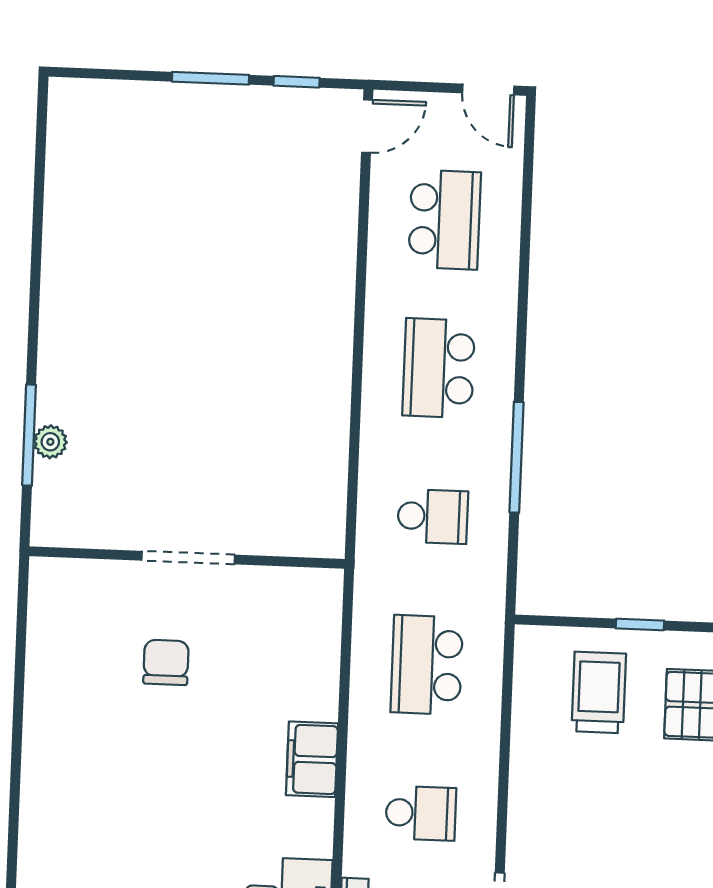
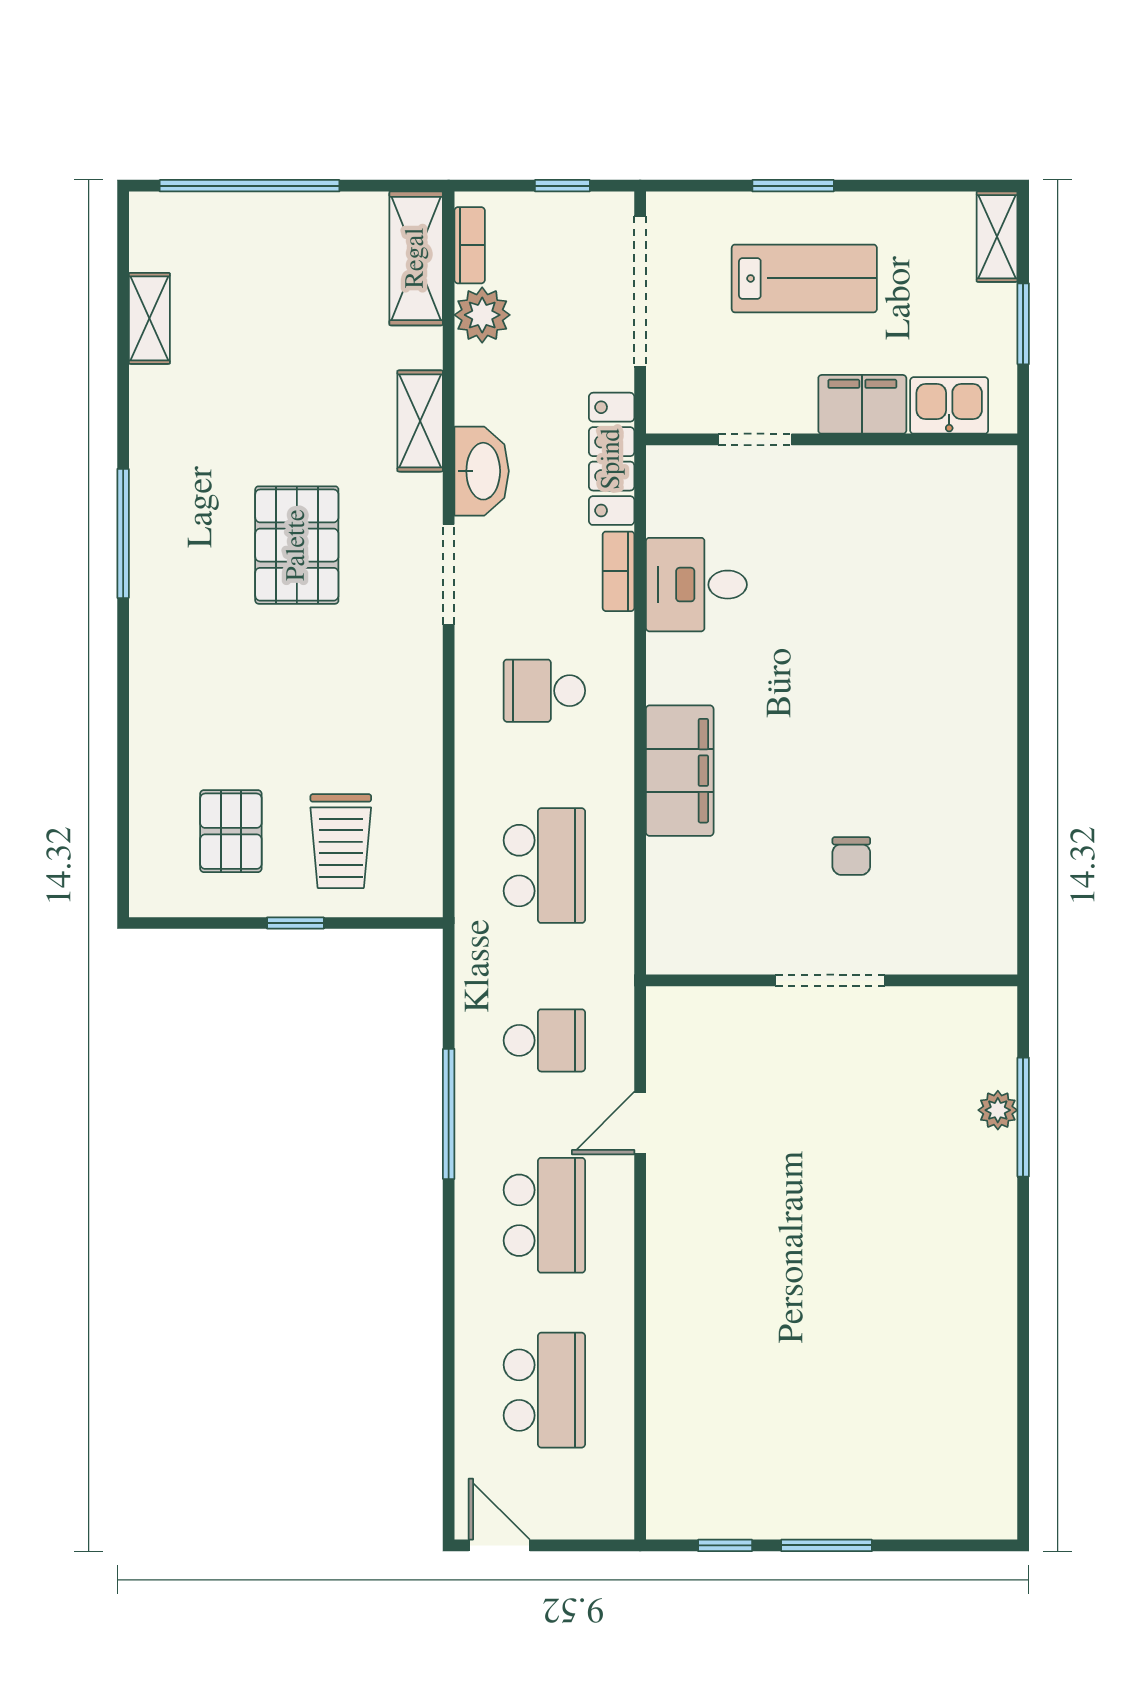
door: (367, 126) -> (640, 1123), moved
school desk: (445, 220) -> (544, 1390), turned 180
school desk: (433, 516) -> (544, 1040), turned 180
chair: (166, 662) -> (851, 856), width x0.73, depth x0.73
filing cabinet: (312, 759) -> (680, 771), width x1.50, depth x1.17

